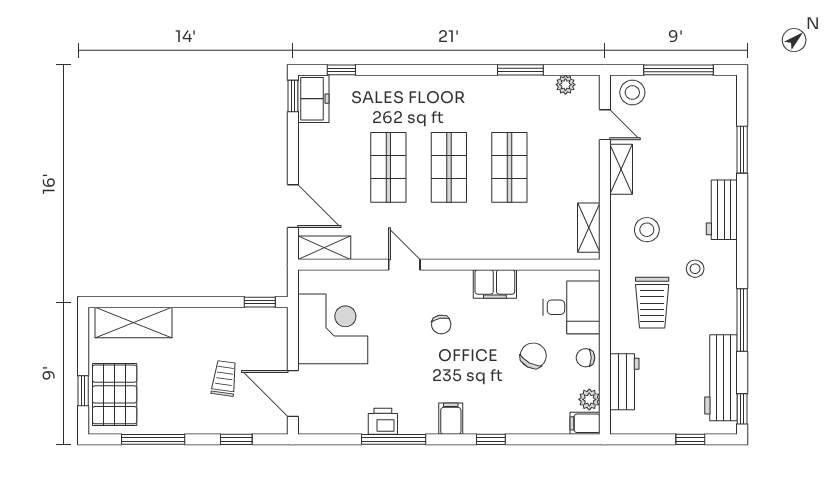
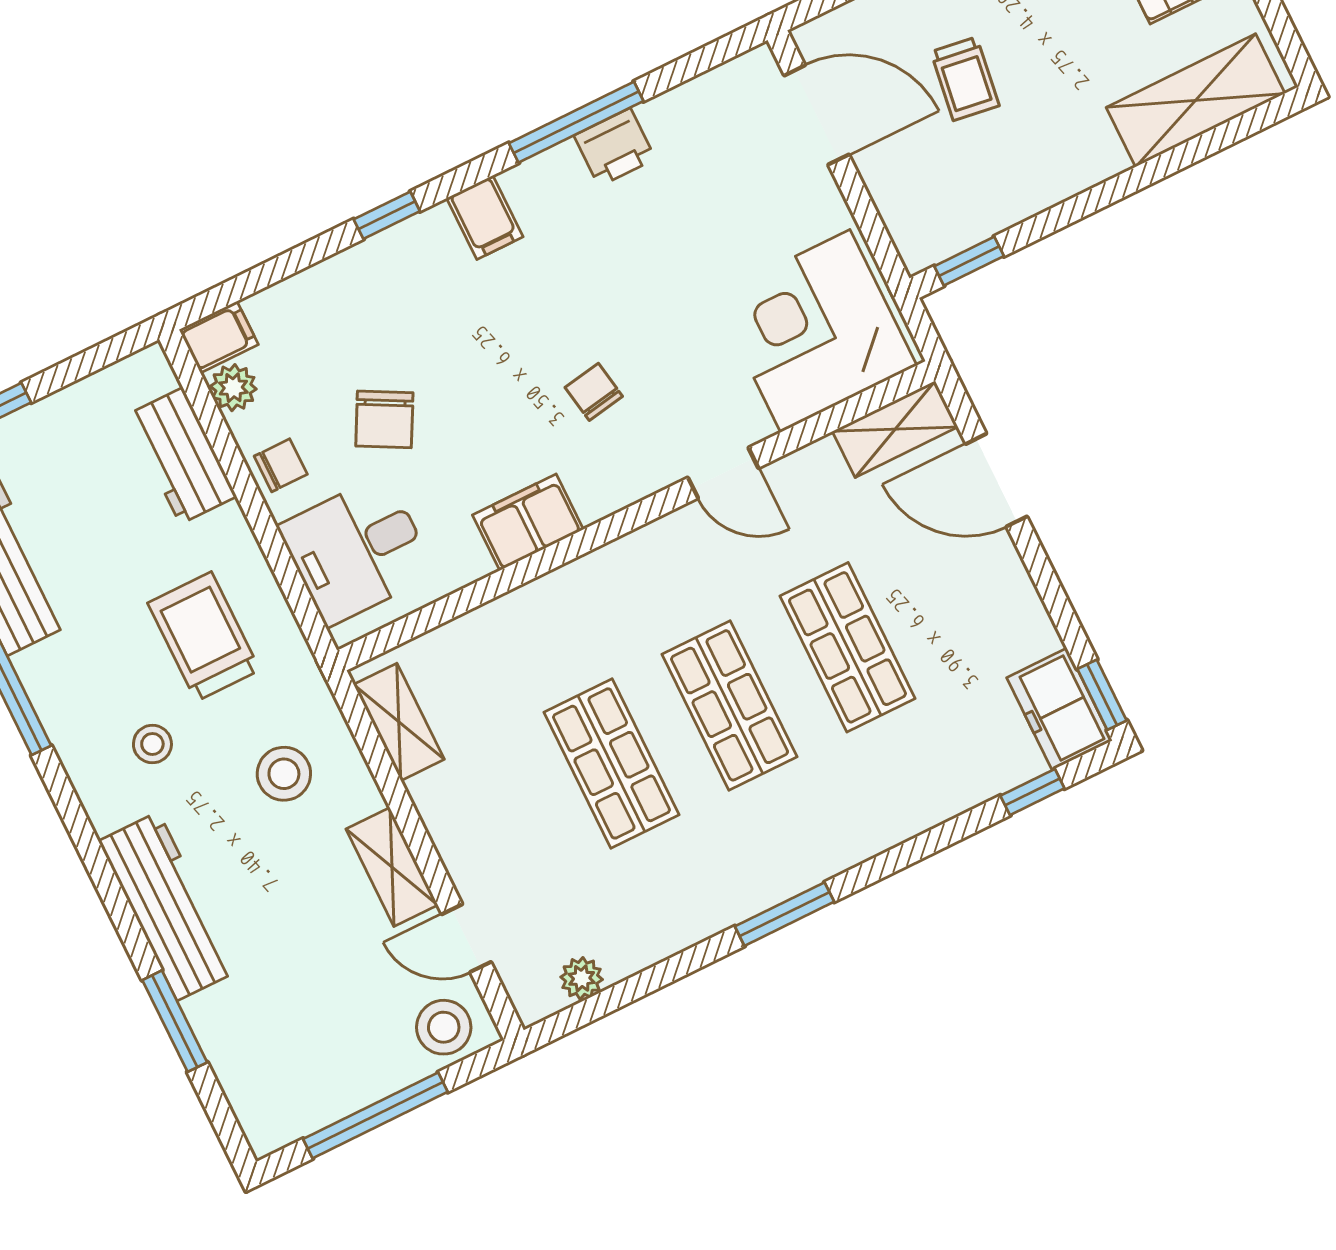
window: (520, 70) -> (784, 914), moved
workbench: (722, 210) -> (168, 906), width x1.38
corner desk: (333, 329) -> (815, 331), moved, turned 90

